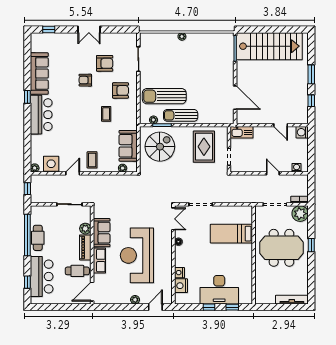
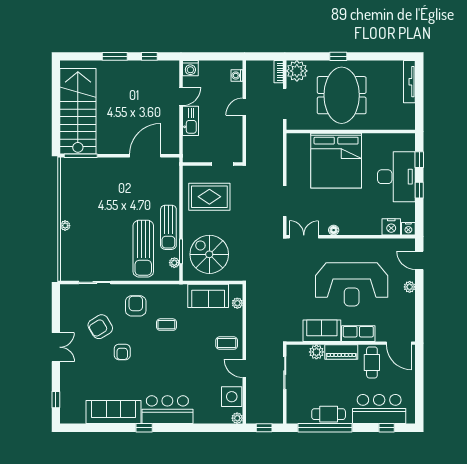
armchair: (105, 63) -> (100, 327), turned -121
kitchen sink: (242, 132) -> (190, 121), moved
bed: (231, 234) -> (336, 161), width x2.04
nightstand: (179, 273) -> (408, 229), moved

